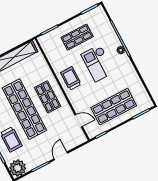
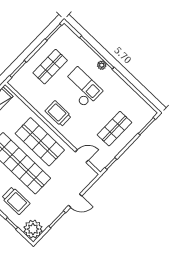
checkout: (98, 63) -> (82, 87), turned 180
shop shelf: (48, 97) -> (40, 142), width x1.43, depth x1.36
shop shelf: (114, 107) -> (114, 129), width x0.70, depth x0.74
door: (61, 156) -> (75, 201), swing flipped

